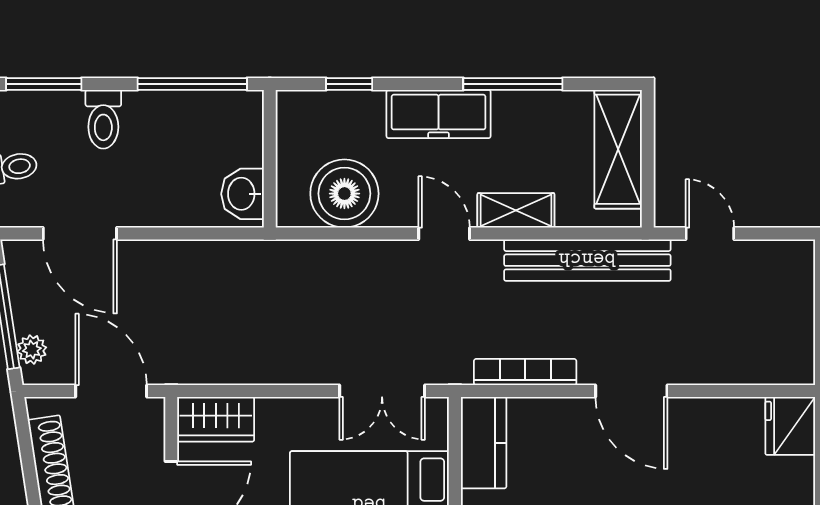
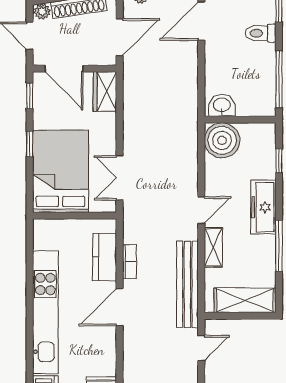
boiler: (344, 194) -> (222, 140), moved
bookcase: (525, 372) -> (129, 262), width x0.64
kitchen counter: (484, 443) -> (105, 257), moved, turned 90

